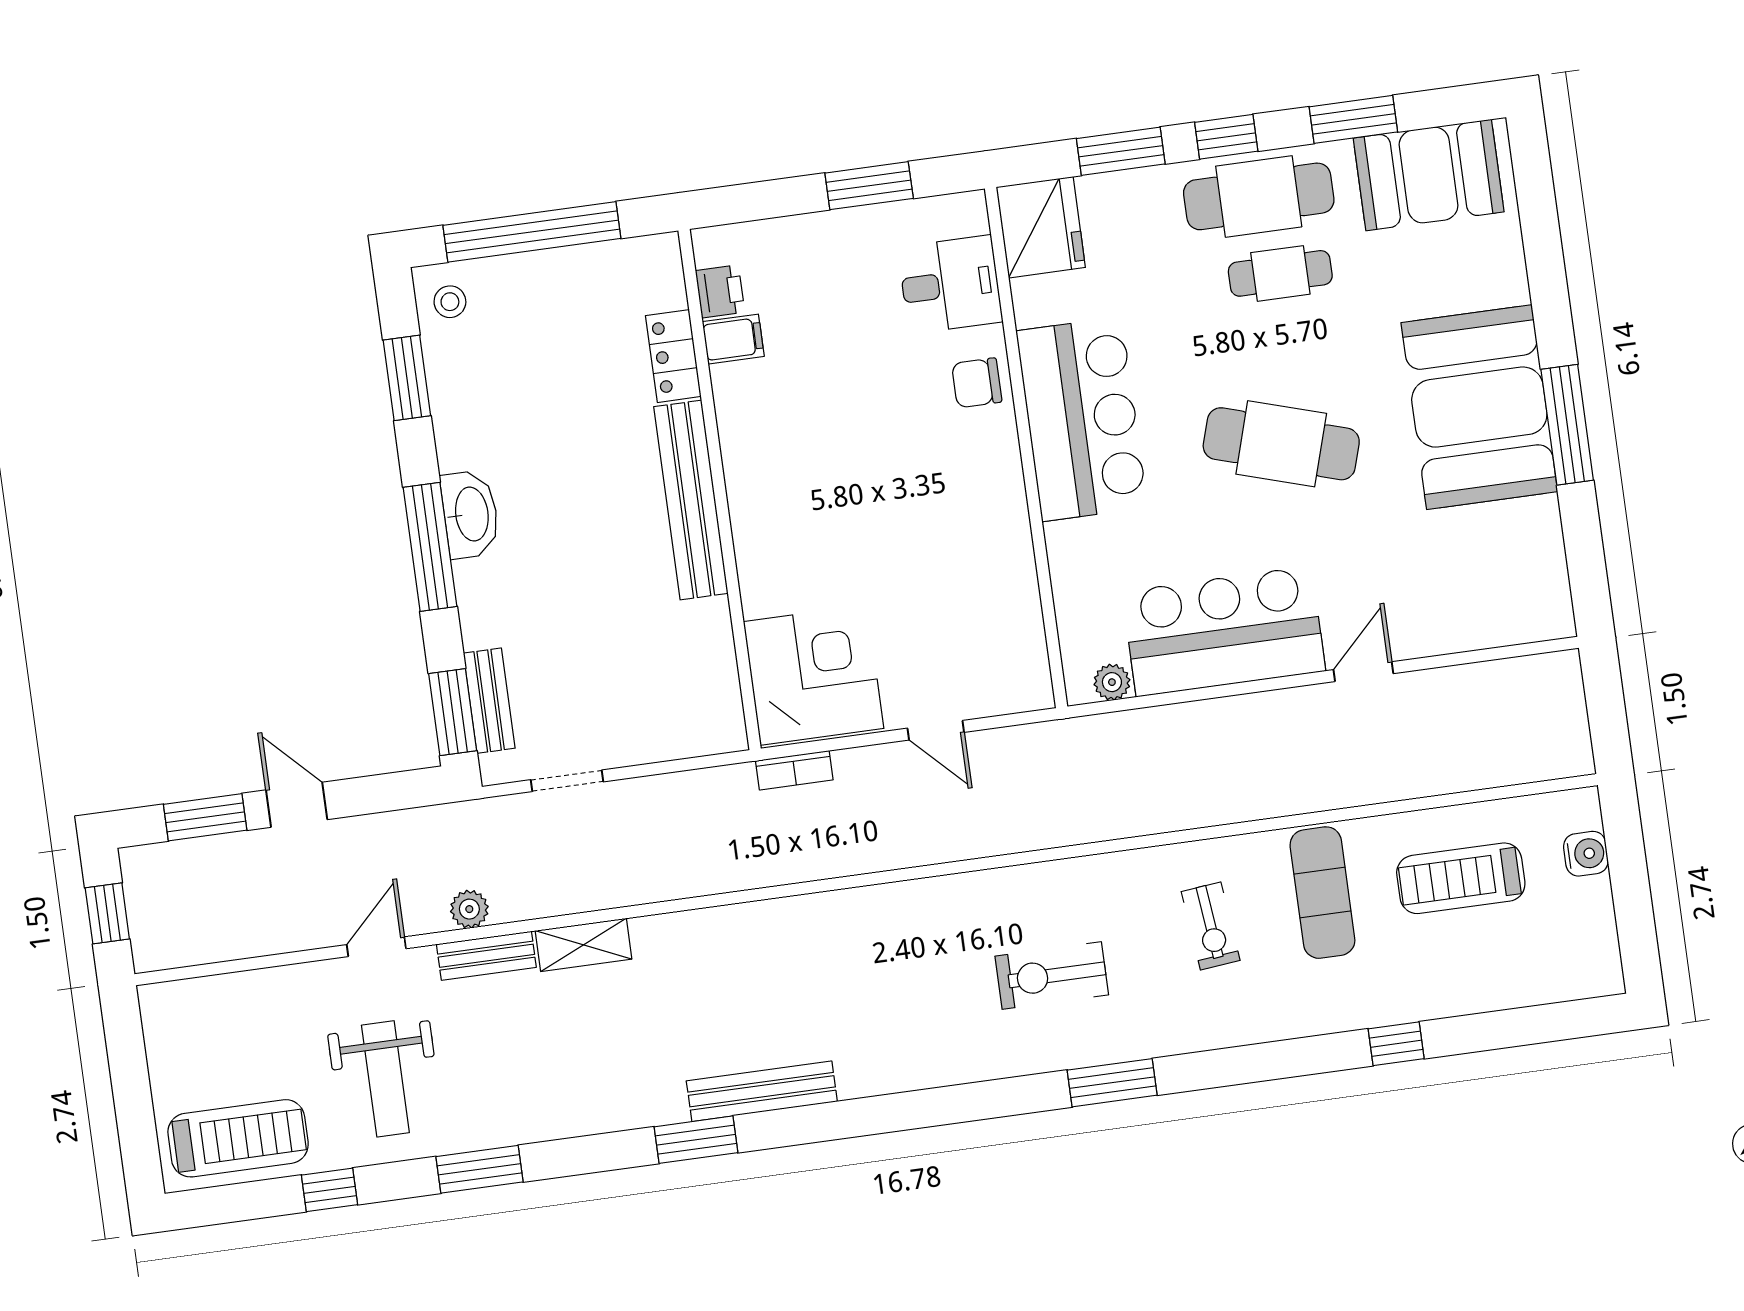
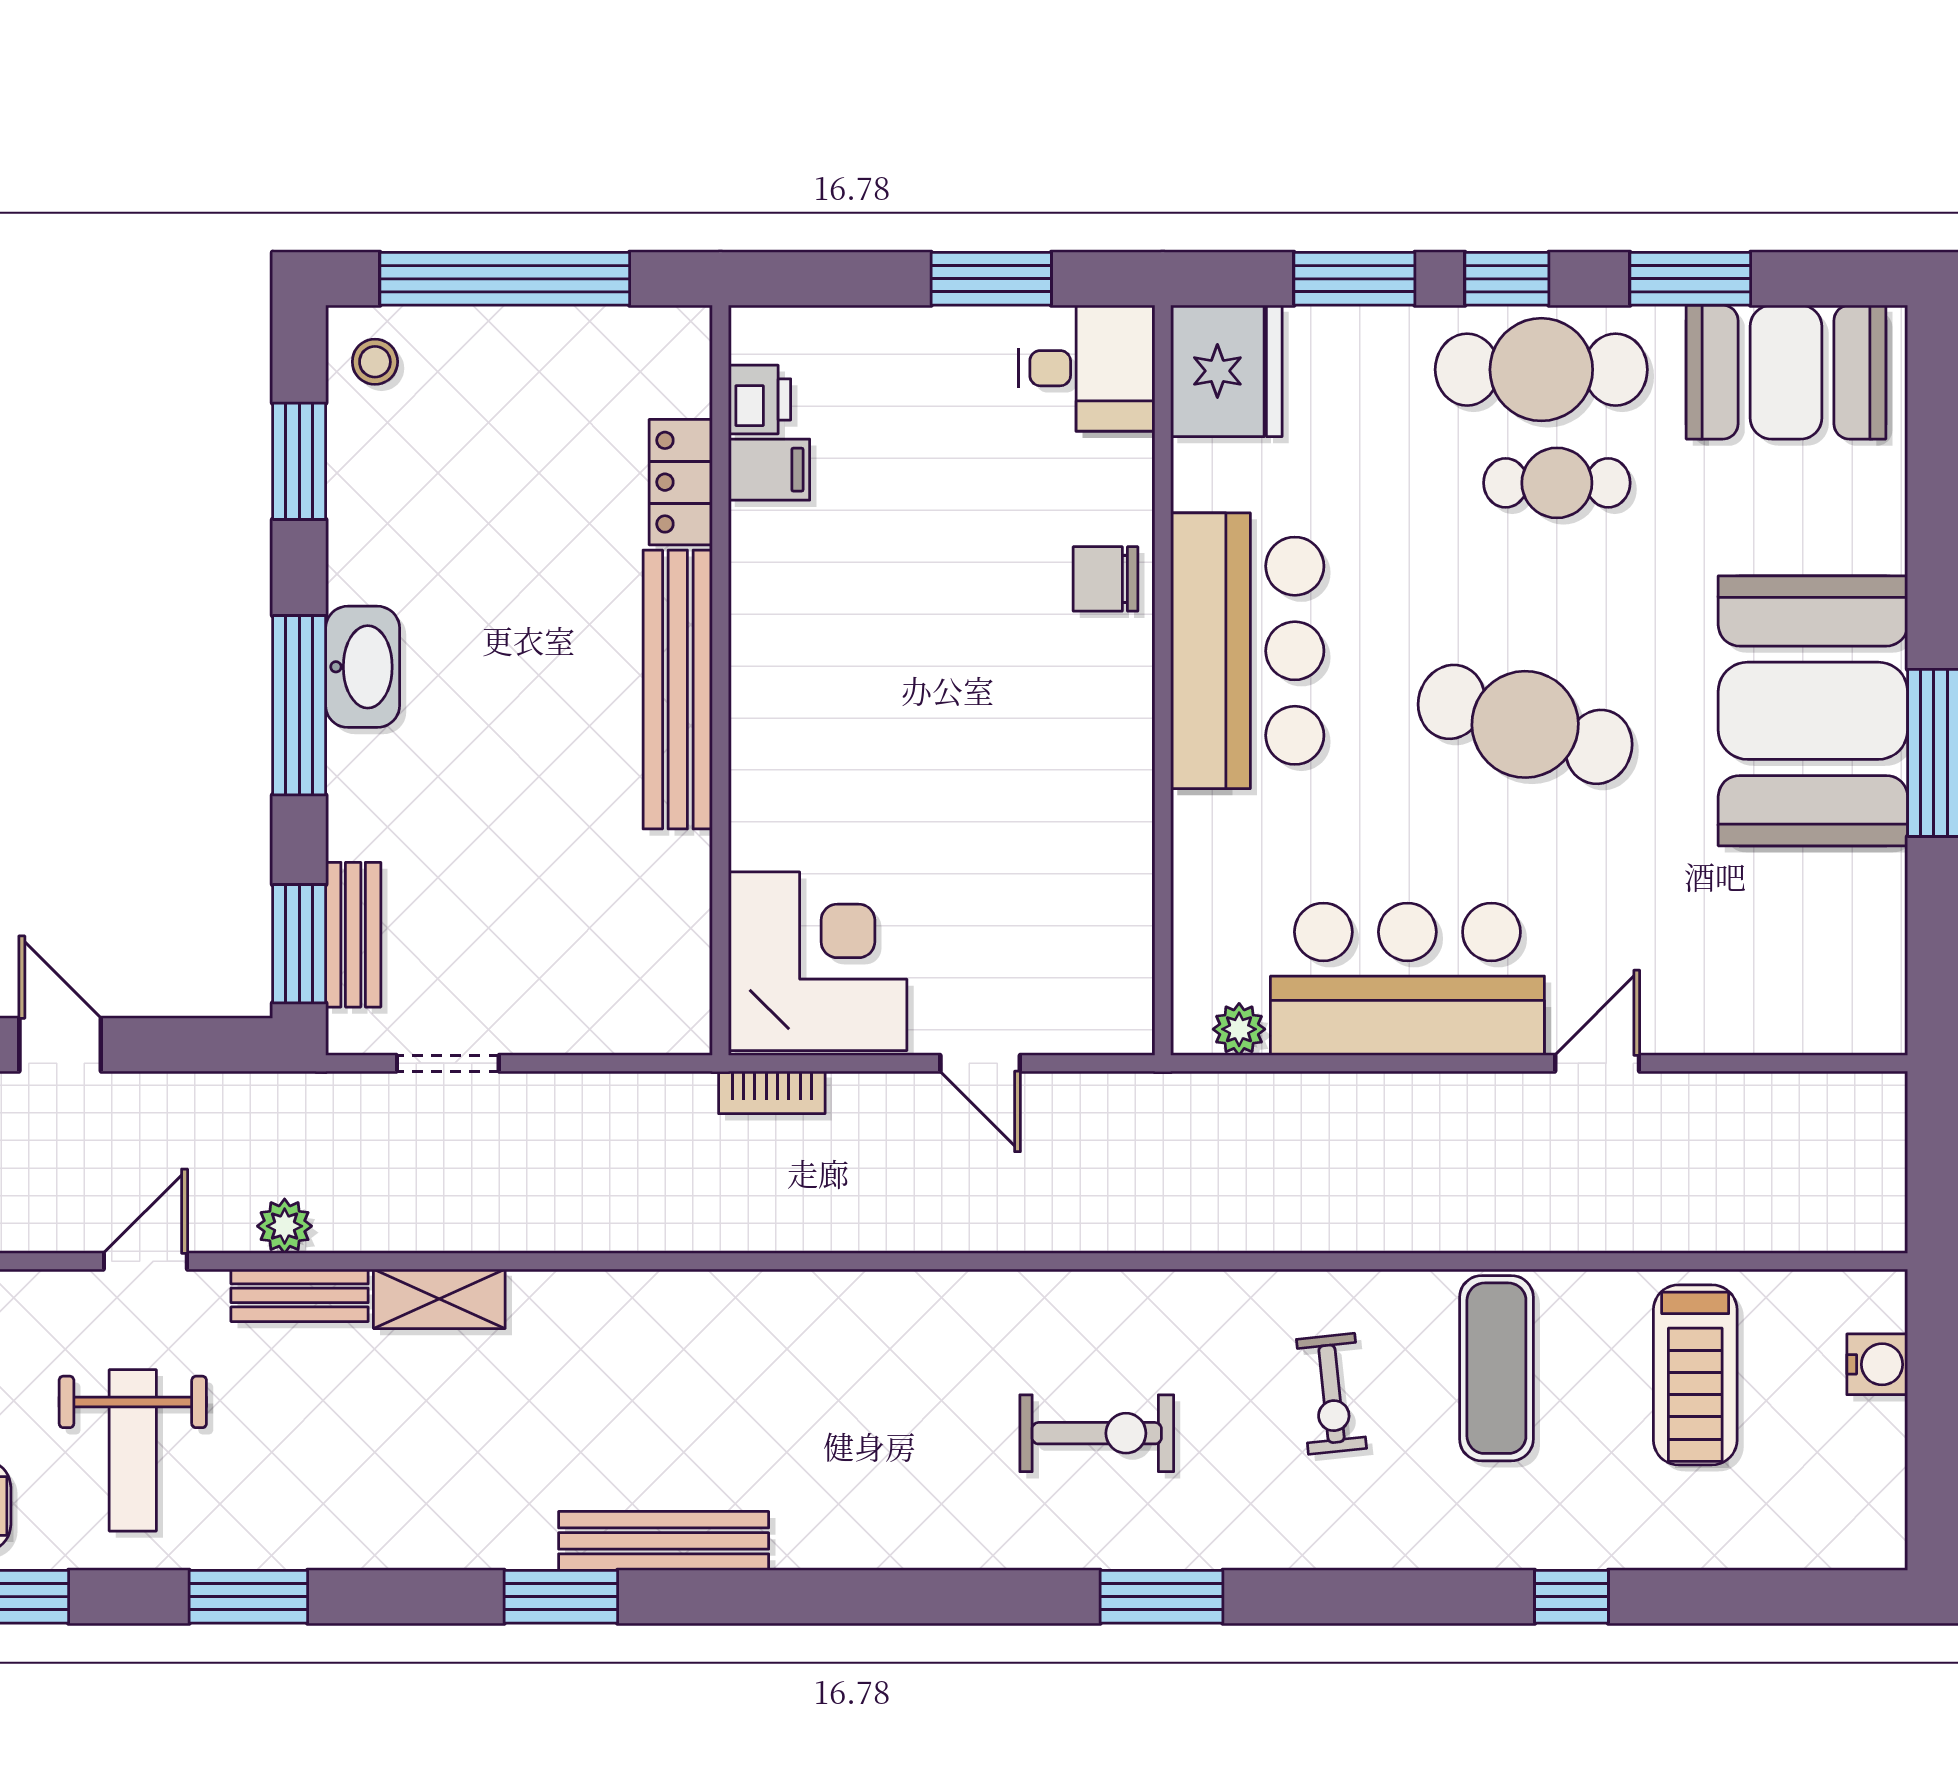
desk: (950, 285) -> (1087, 368), moved
treadmill: (1461, 878) -> (1695, 1375), turned -90
exercise bike: (1052, 976) -> (1097, 1433), turned 180

